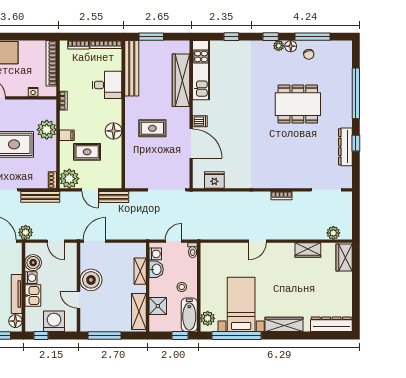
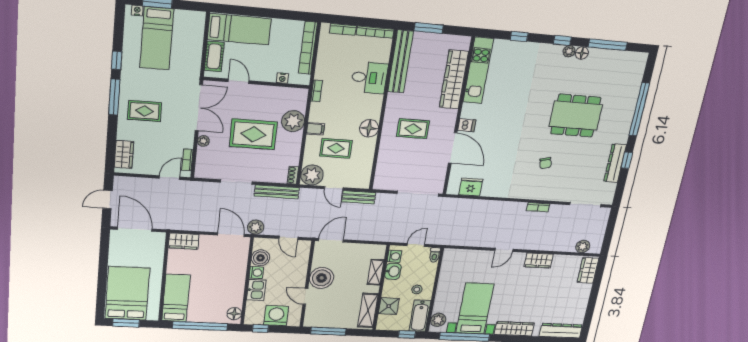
chair: (309, 54) -> (545, 163), moved
wardrobe: (308, 250) -> (539, 260), moved
tv unit: (17, 294) -> (239, 288), removed

